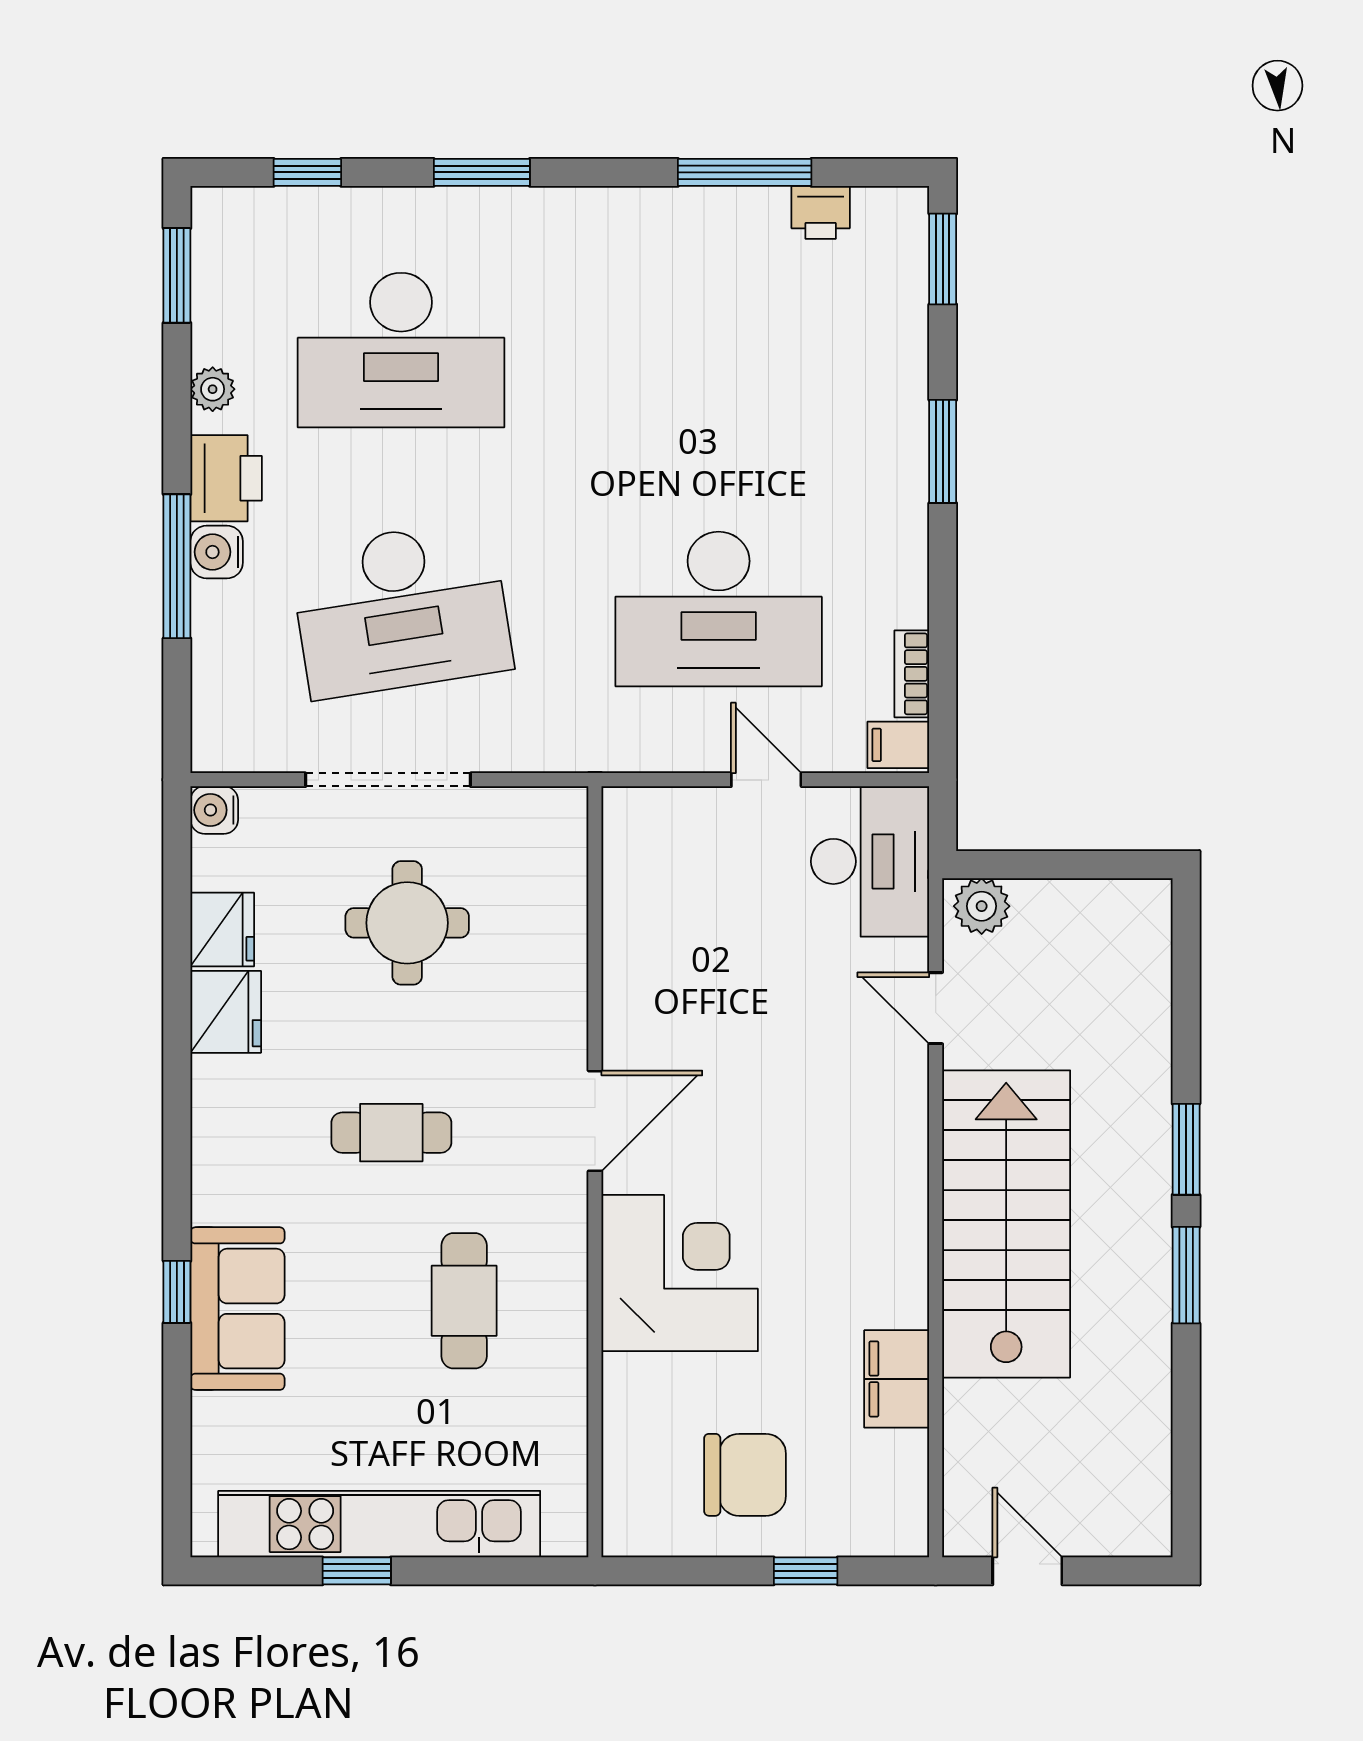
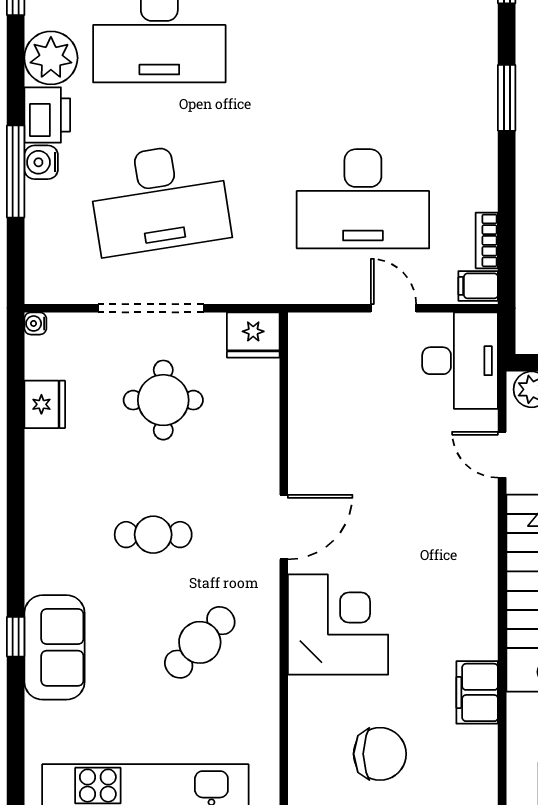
plant: (213, 389) -> (51, 58), width x1.88, depth x1.88
water cooler: (214, 810) -> (35, 323), width x0.72, depth x0.72
fridge: (226, 1012) -> (253, 335), moved, turned 90
cafe table: (464, 1301) -> (200, 642), turned 44

